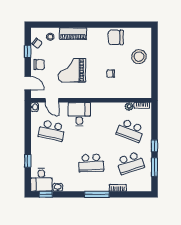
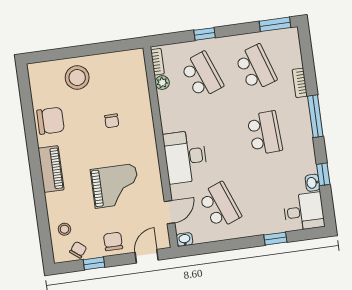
piano: (73, 34) -> (51, 169), moved
chair: (116, 37) -> (51, 121), turned -90
grand piano: (72, 70) -> (115, 186), turned -90
desk: (79, 114) -> (185, 157), width x1.37
school desk: (52, 131) -> (220, 205), turned -33
school desk: (130, 131) -> (202, 75), turned -42
window: (154, 146) -> (205, 34), moved
window: (154, 167) -> (275, 24), moved
window: (46, 194) -> (323, 174), moved

